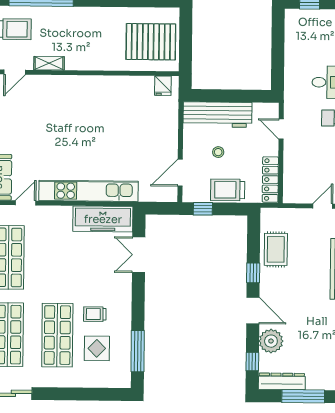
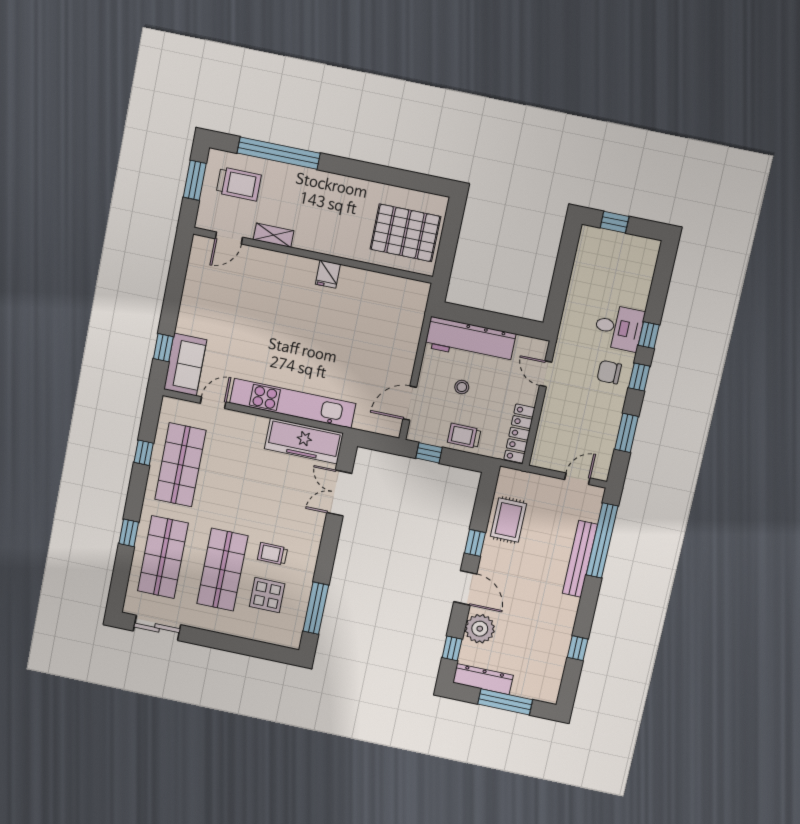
fridge: (163, 86) -> (328, 274), moved
trolley: (228, 190) -> (464, 436), width x0.73, depth x0.72

